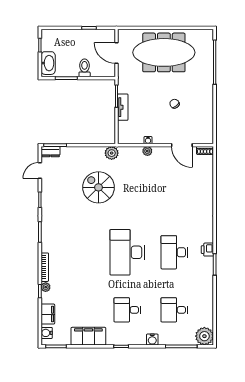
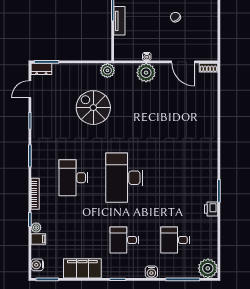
plant: (147, 151) -> (146, 73), width x1.87, depth x1.87
printer: (207, 250) -> (211, 209), moved
desk: (174, 252) -> (73, 178), moved
plant: (46, 287) -> (36, 228), moved
filing cabinet: (48, 314) -> (38, 239), width x0.50

